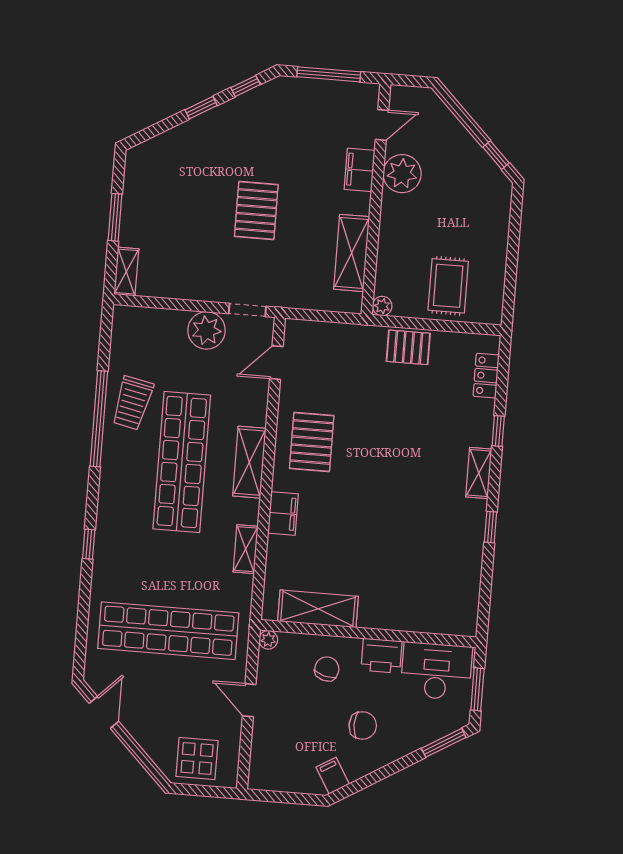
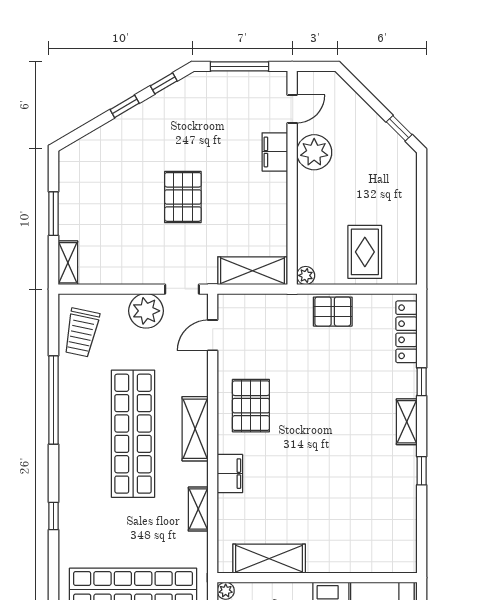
shelving: (352, 253) -> (253, 271), moved, turned 90
locker: (486, 376) -> (406, 332), width x1.53
trolley: (132, 403) -> (81, 333), moved

